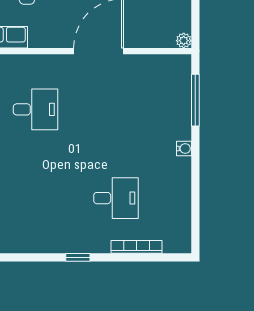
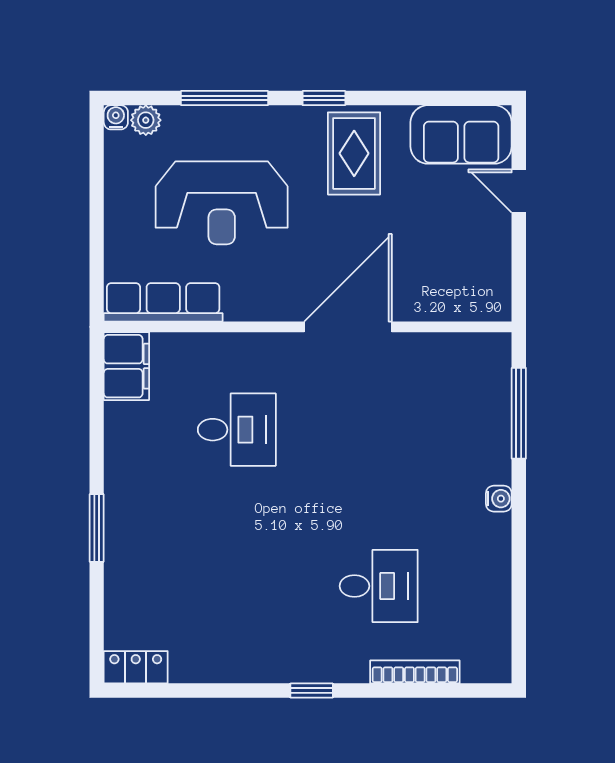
plant: (184, 41) -> (498, 308), removed

